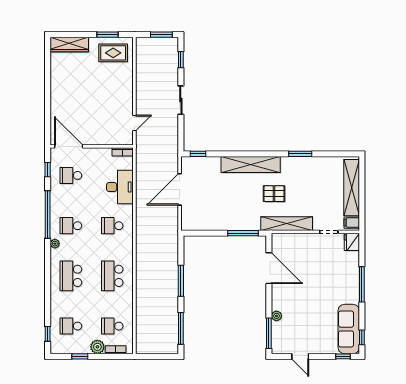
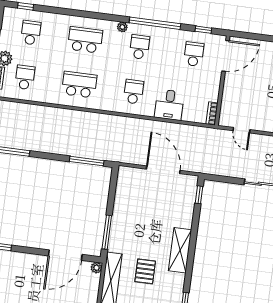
shelving: (251, 165) -> (180, 250), width x0.68
desk: (120, 187) -> (169, 105), width x0.73
window: (181, 281) -> (87, 161), moved
plant: (276, 316) -> (96, 268), moved

